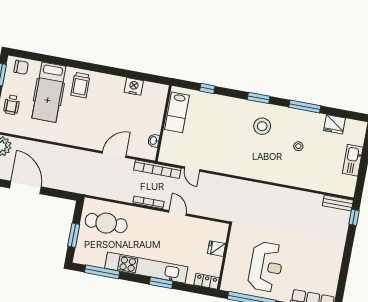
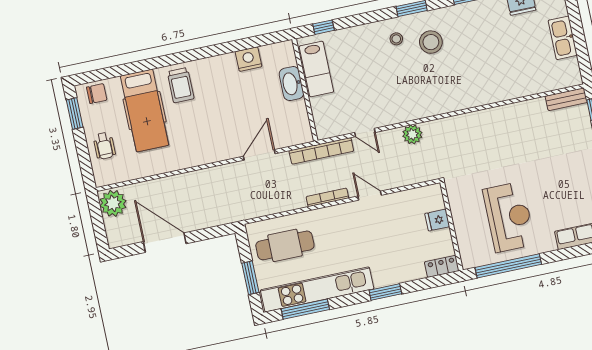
window: (207, 88) -> (324, 27), moved
washbasin: (154, 141) -> (291, 84), moved, width x1.91, depth x1.45
stool: (298, 146) -> (396, 39), moved
plant: (224, 184) -> (412, 134), added
kitchen unit: (146, 268) -> (317, 289), moved

